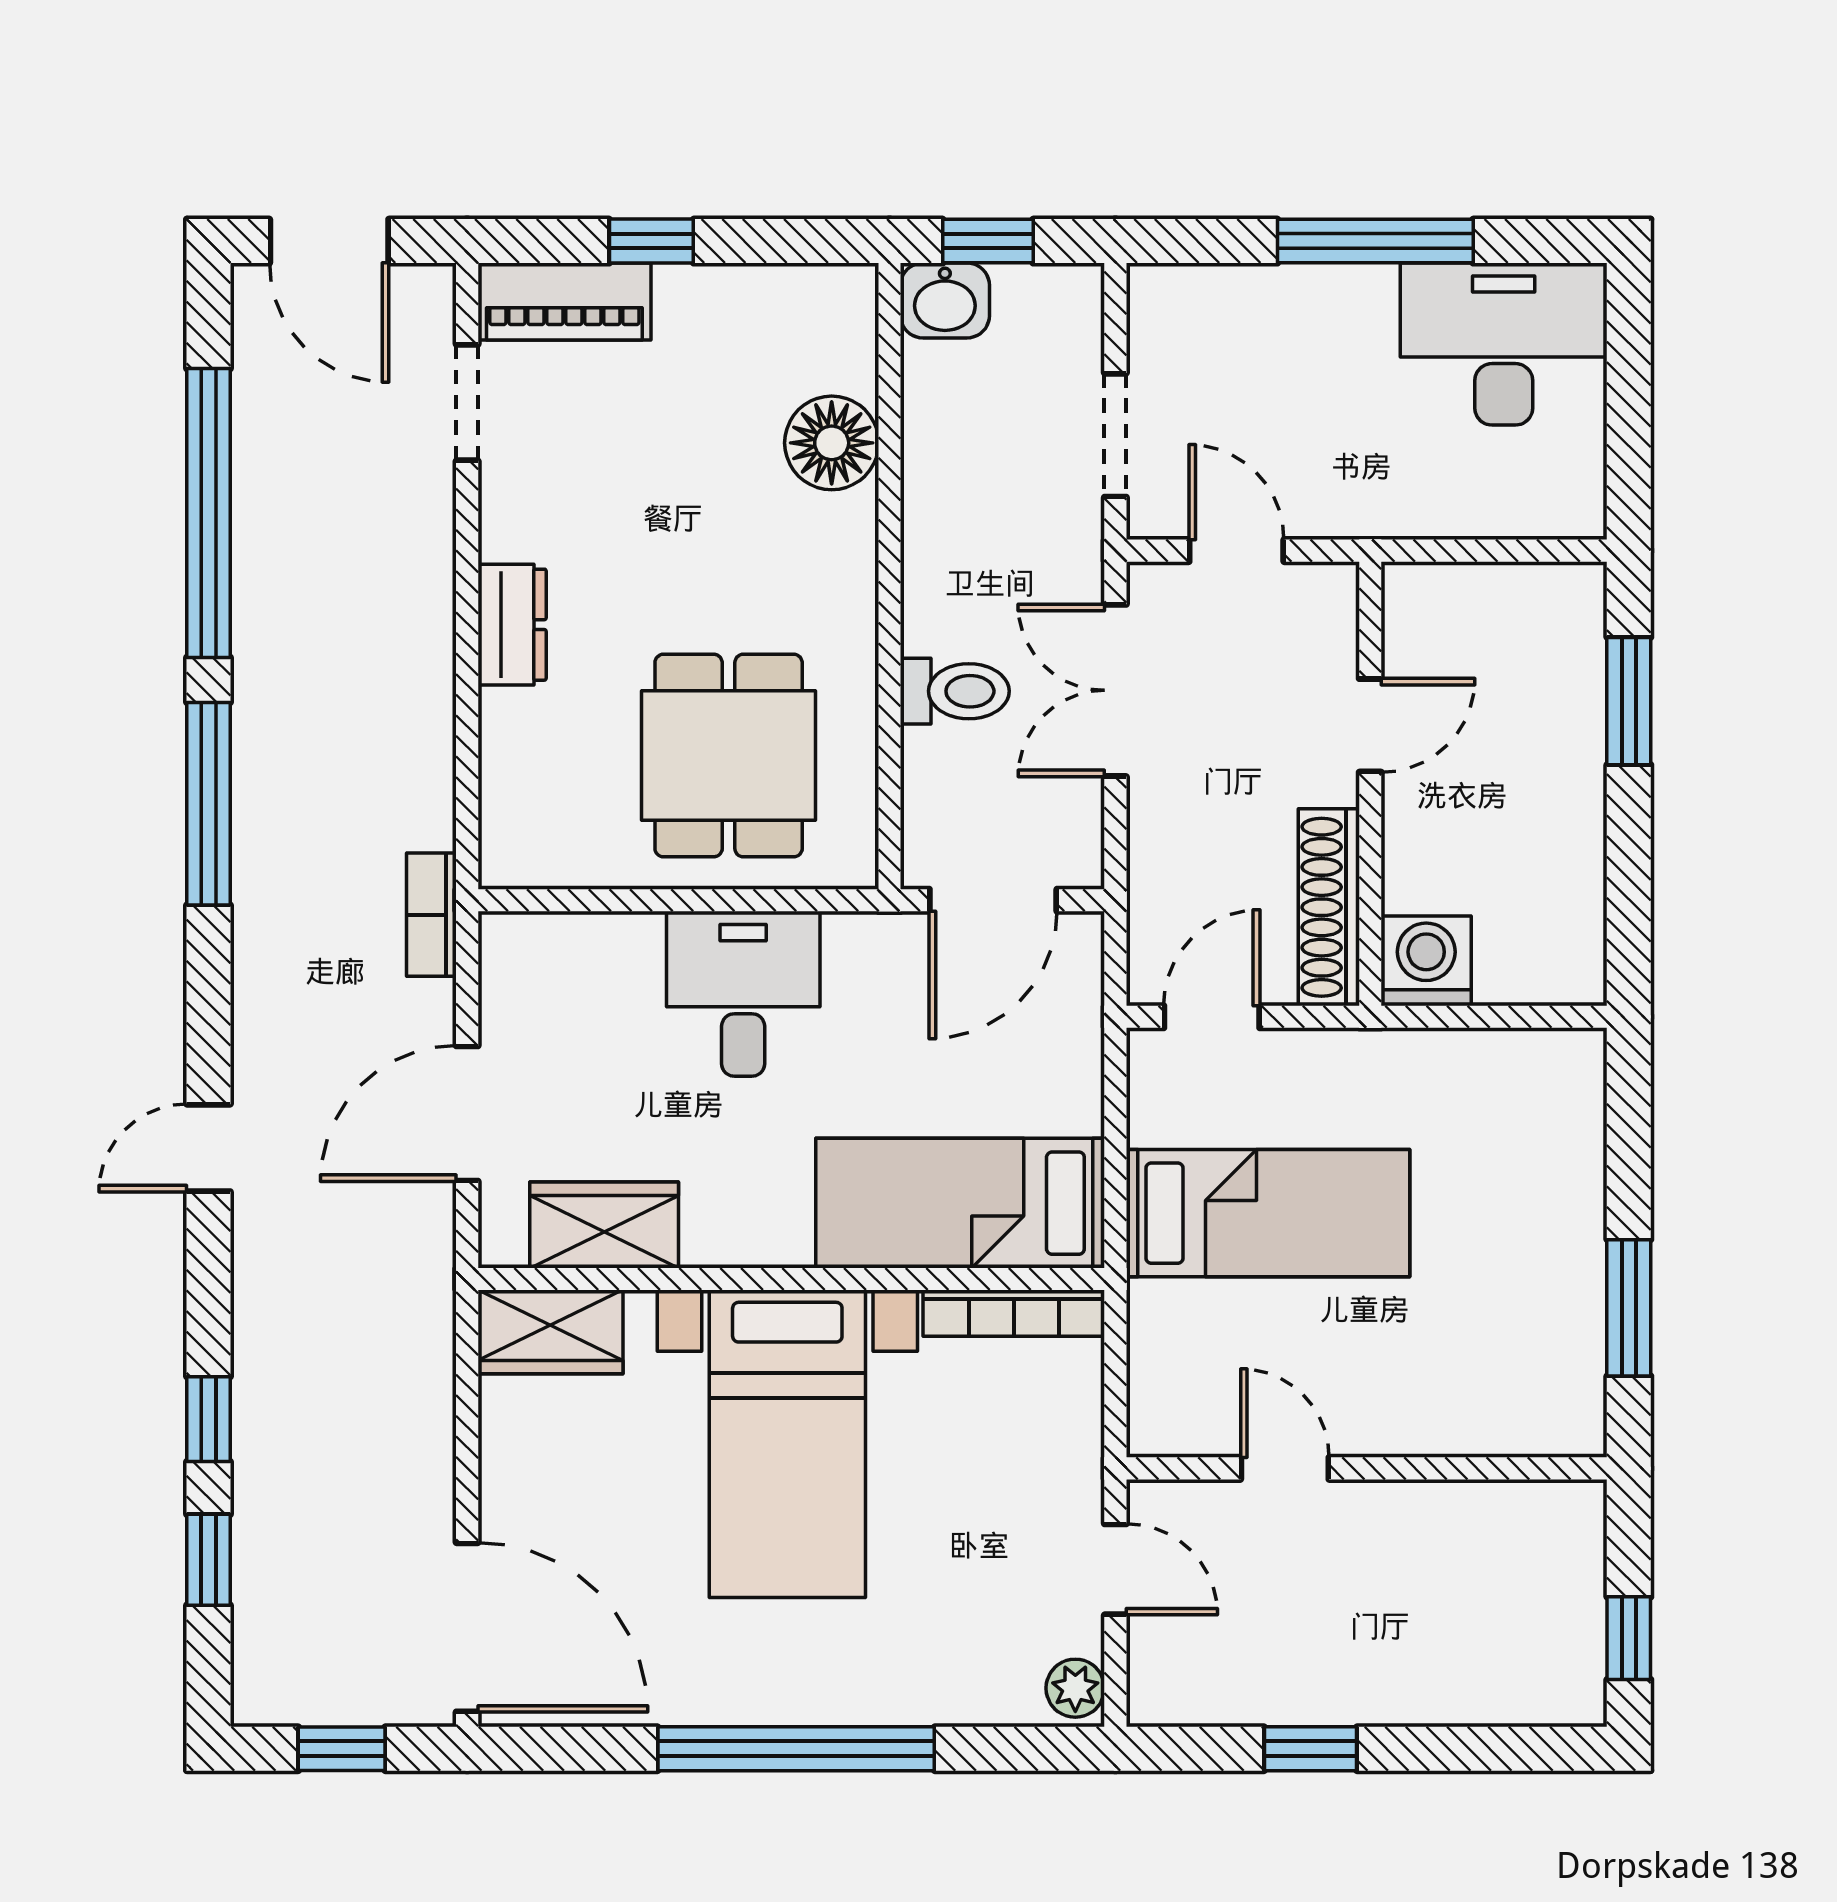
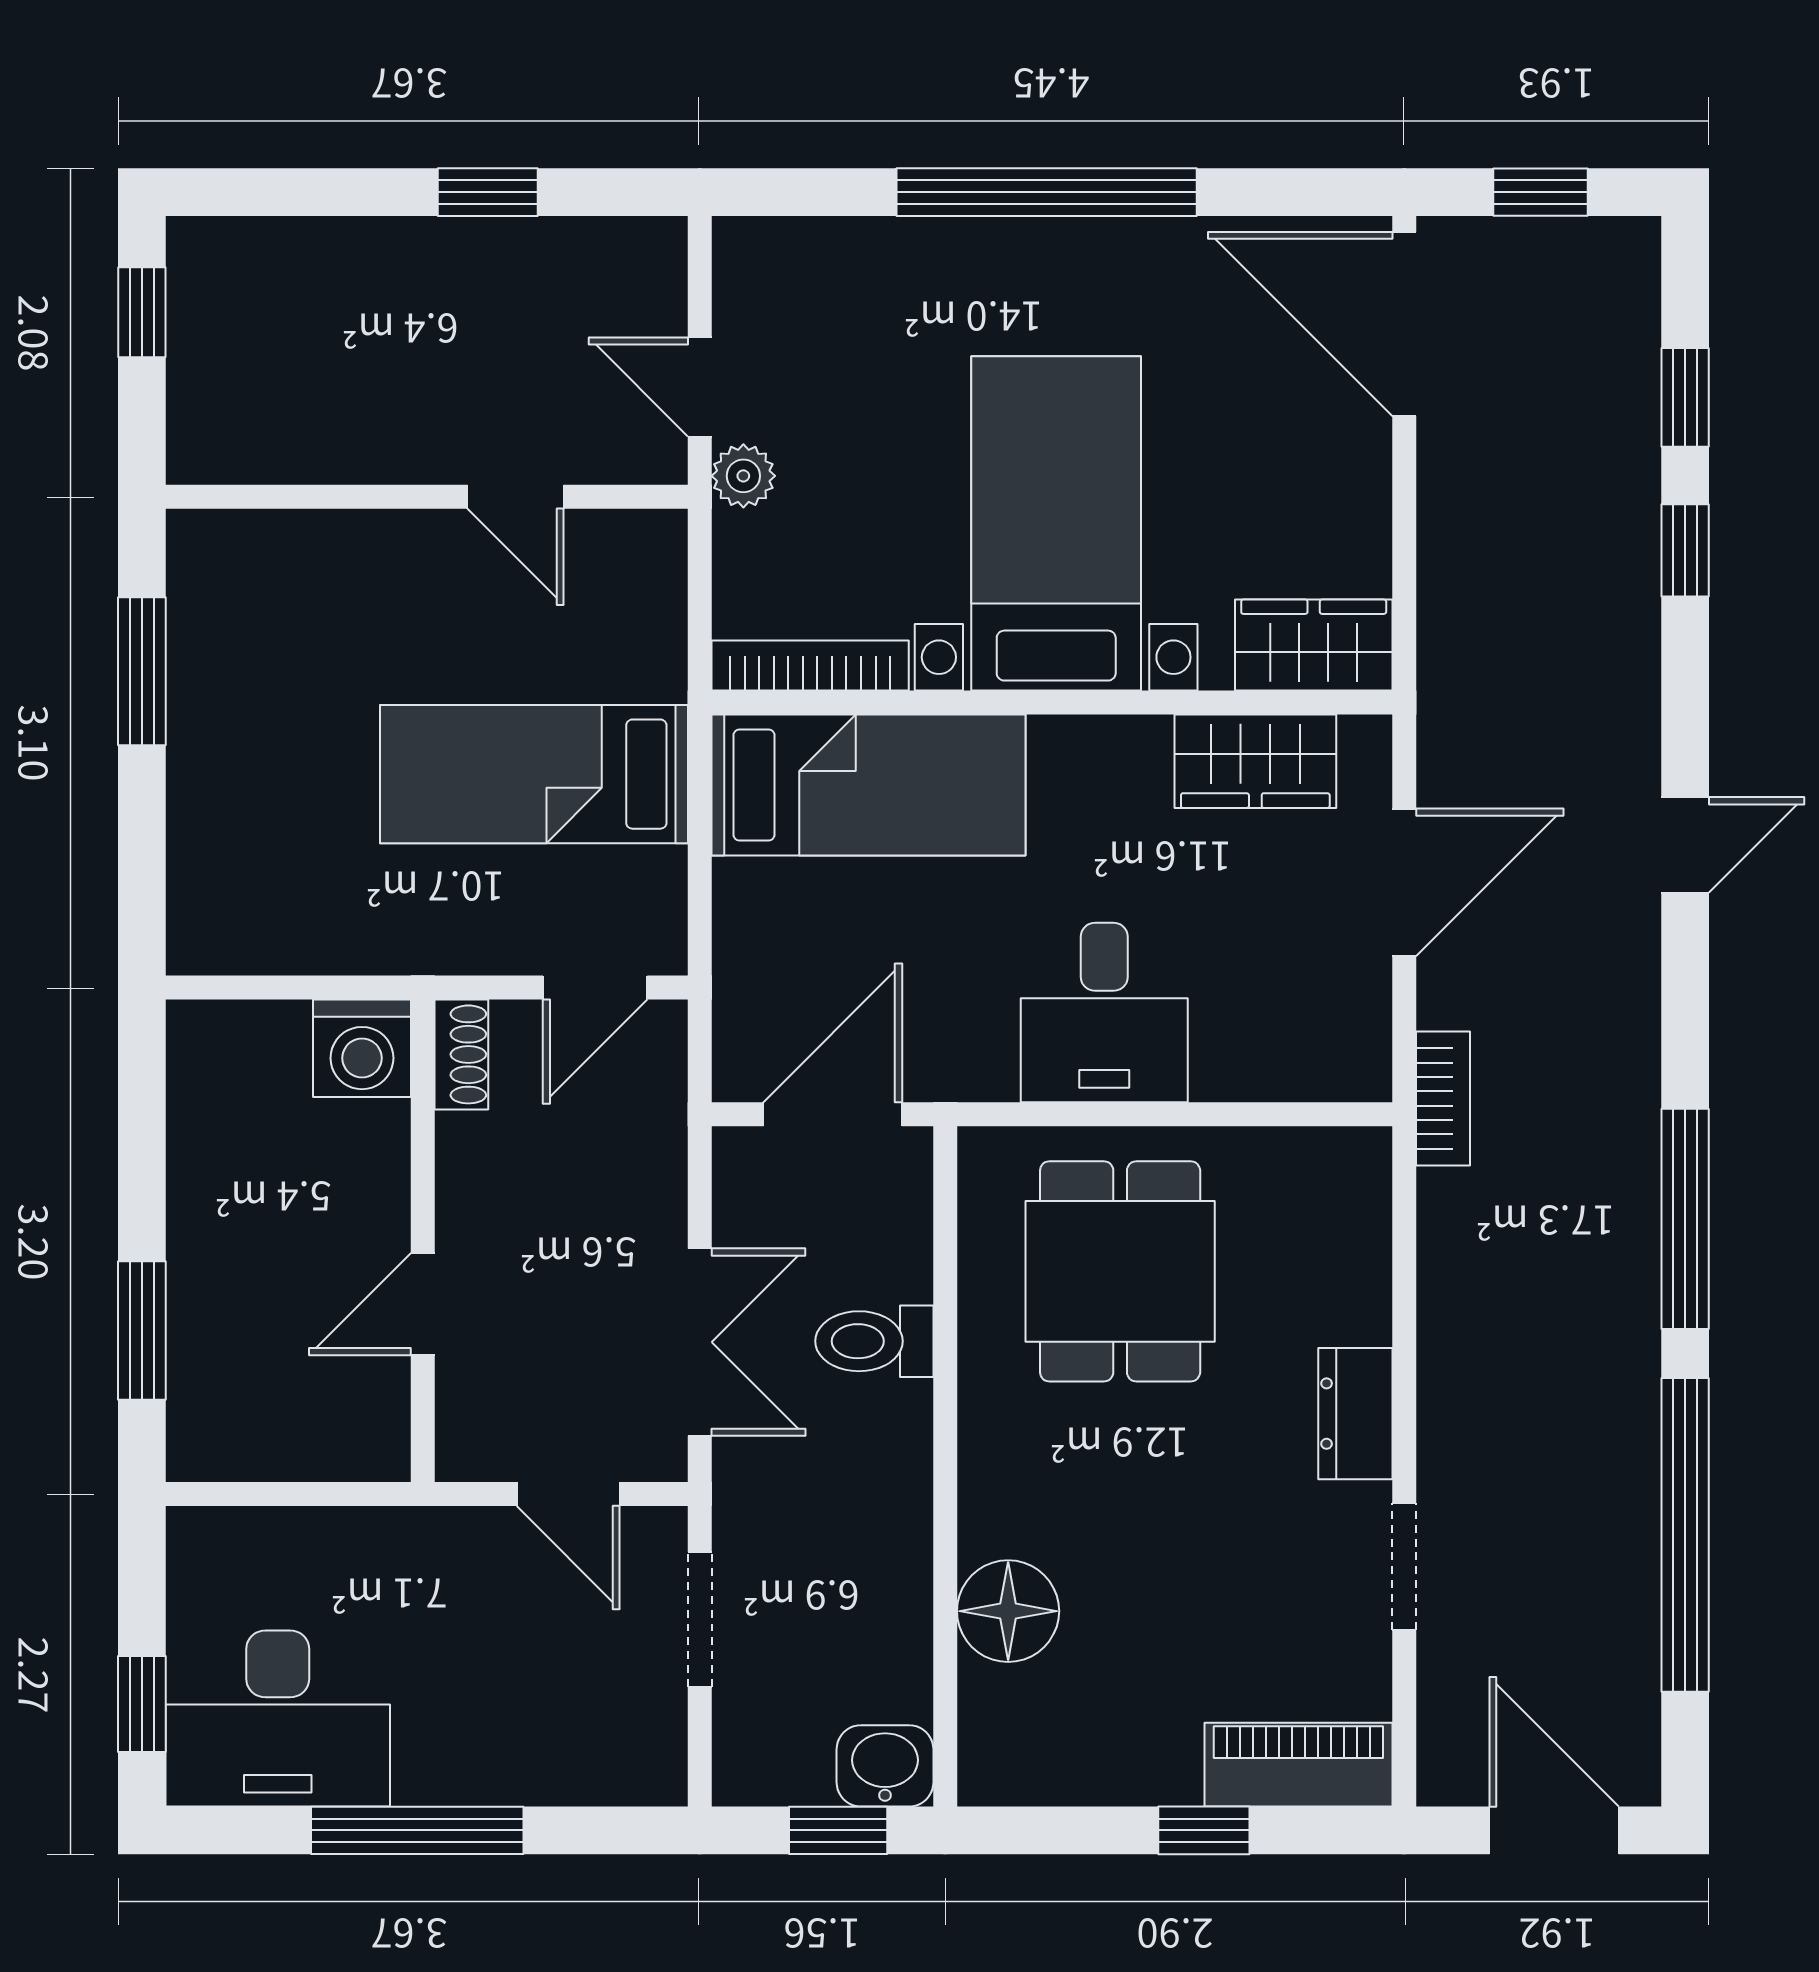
window: (1629, 357) -> (142, 1704), added
doorway: (467, 403) -> (1404, 1566), moved
shoe rack: (1329, 907) -> (461, 1054), width x0.51, depth x0.81
plant: (1075, 1688) -> (743, 476), moved

